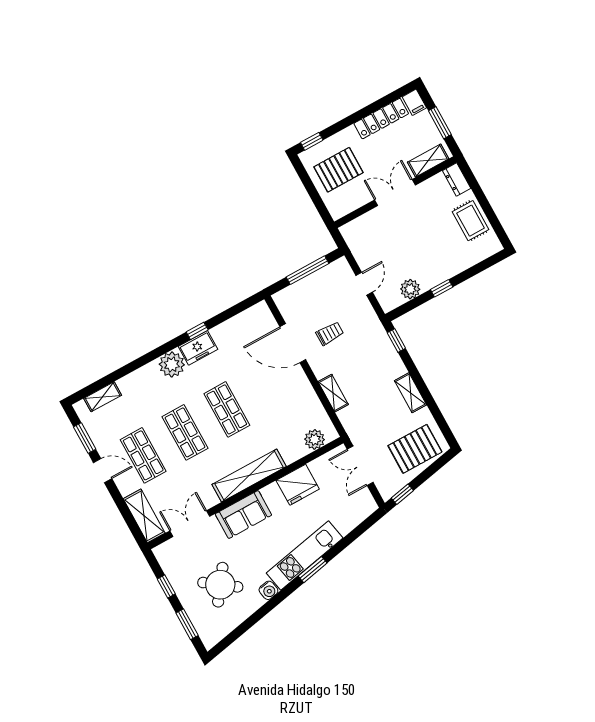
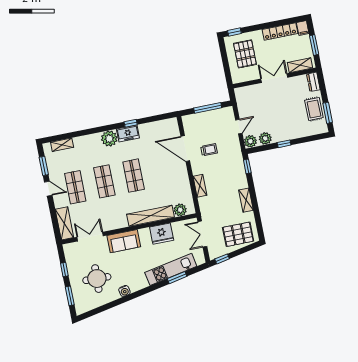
pallet: (338, 170) -> (245, 54), turned 90
window: (493, 220) -> (328, 113), added
plant: (389, 301) -> (250, 141), added
shelving: (249, 475) -> (151, 216), moved
kitchen unit: (305, 555) -> (171, 269), moved
window: (313, 570) -> (177, 278), moved
round table: (220, 585) -> (97, 279), turned -34

